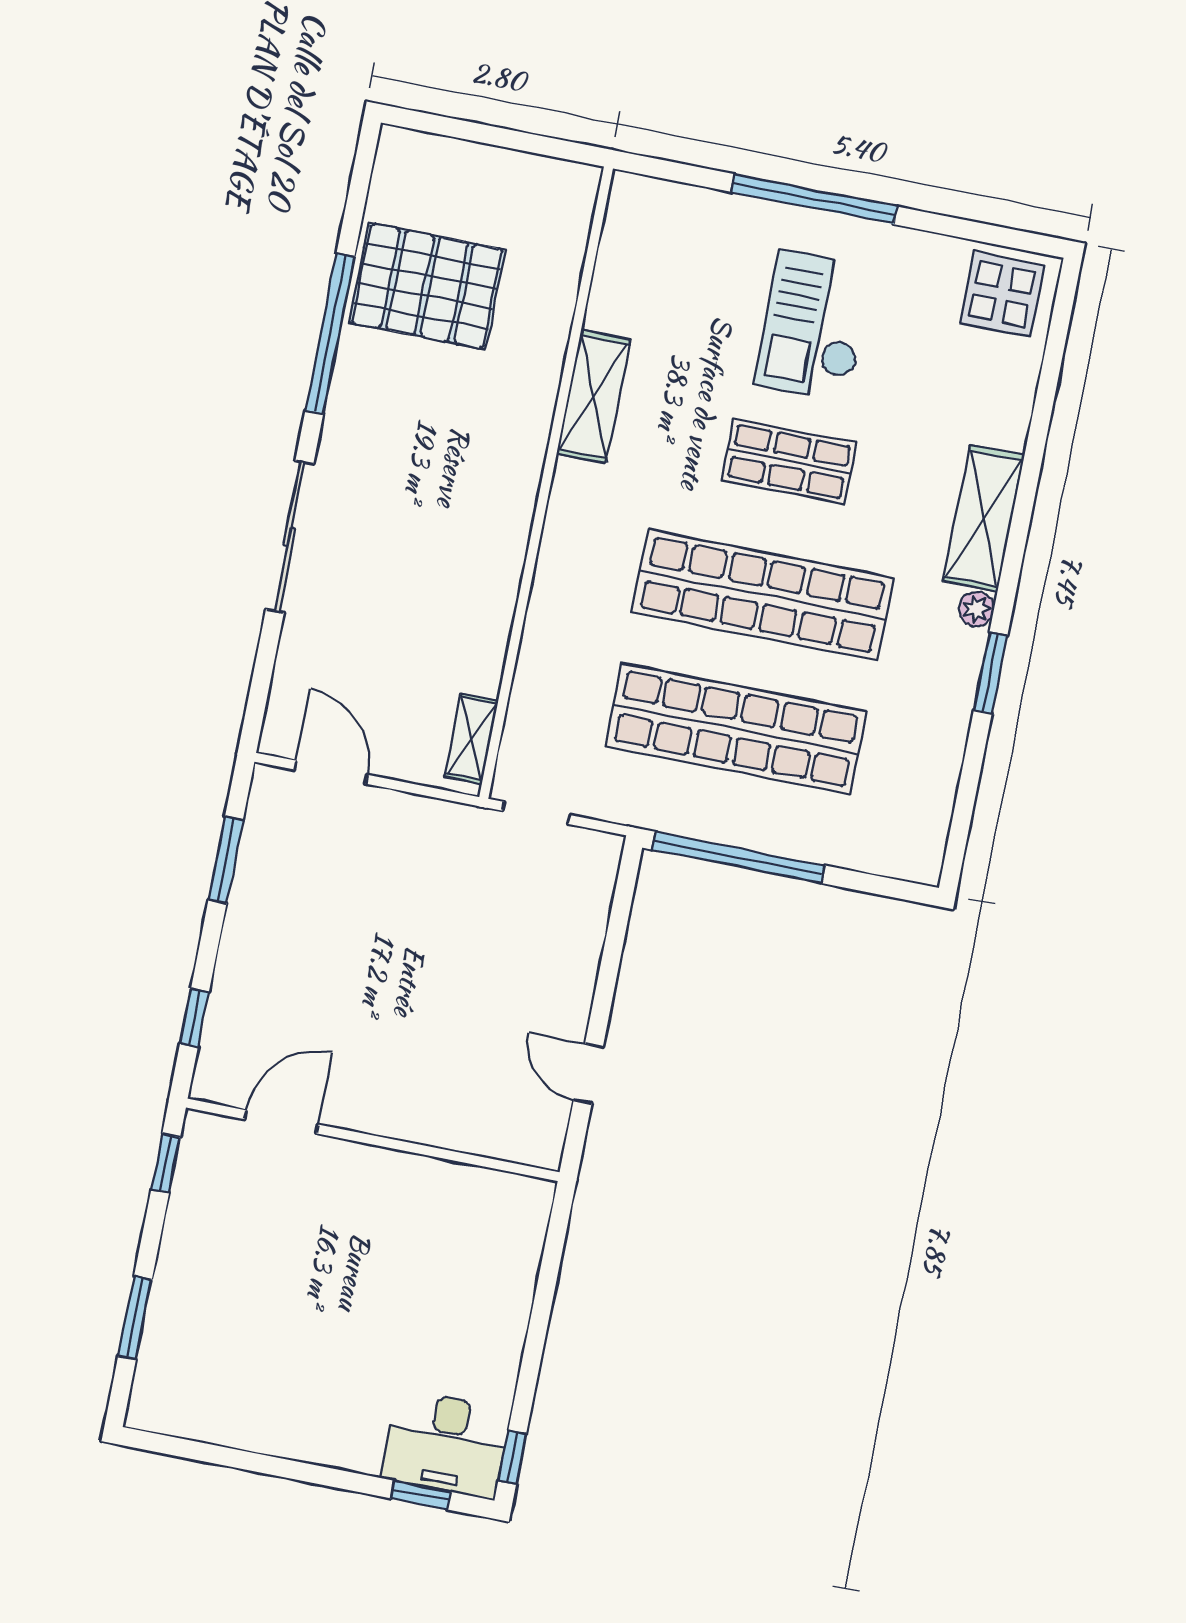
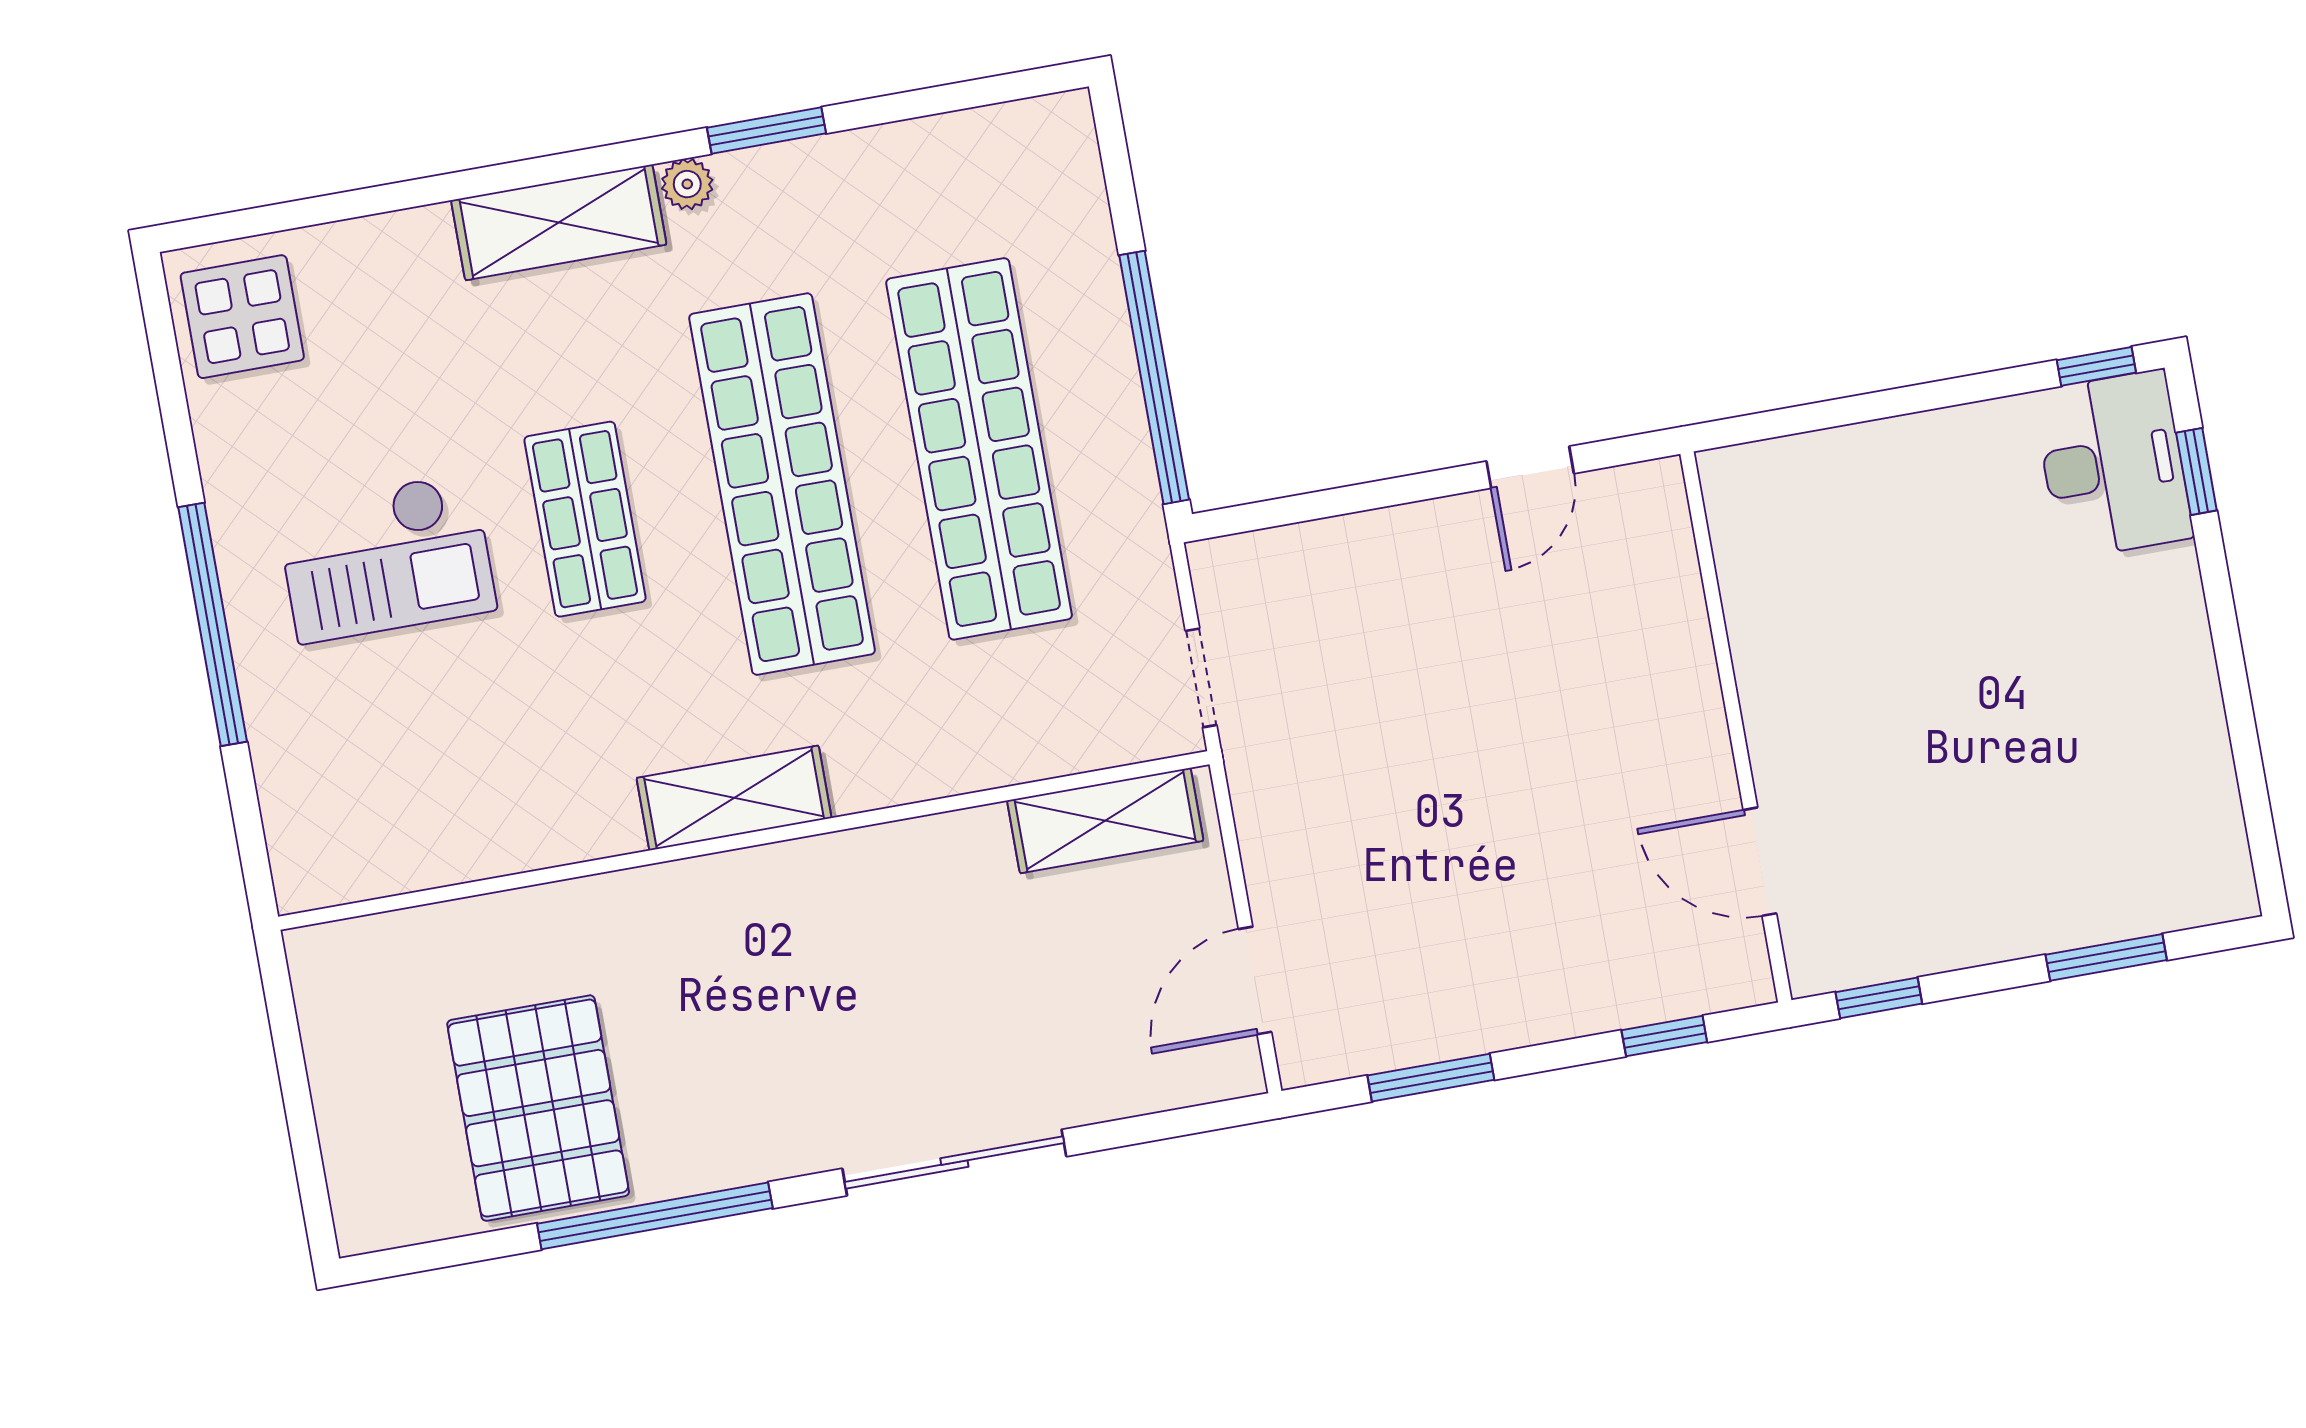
shelving: (593, 397) -> (734, 798), moved
shelving: (471, 739) -> (1105, 821), width x1.50, depth x1.33

